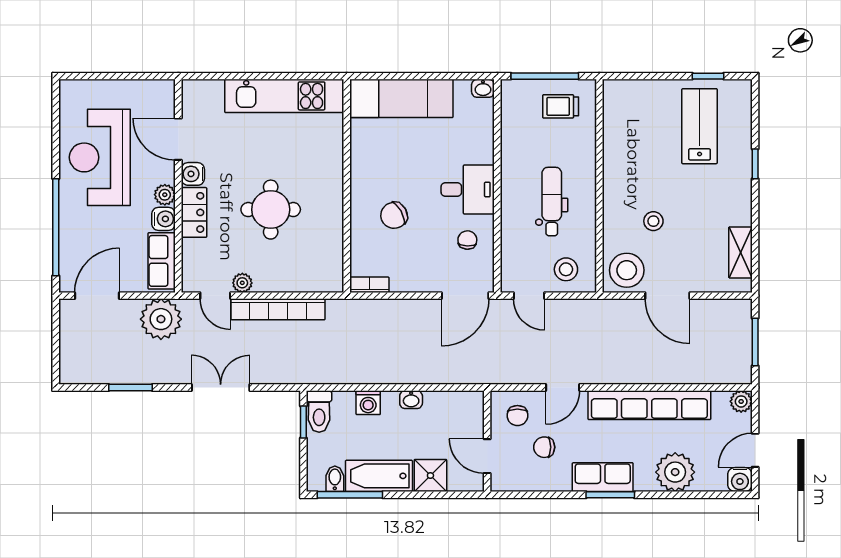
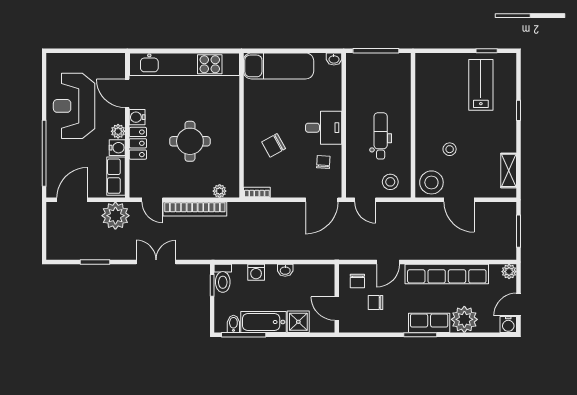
kitchen unit: (284, 96) -> (184, 64), width x1.36
trolley: (561, 106) -> (387, 71), removed
plant: (242, 283) -> (220, 191), moved
row of seats: (603, 477) -> (429, 323), moved

